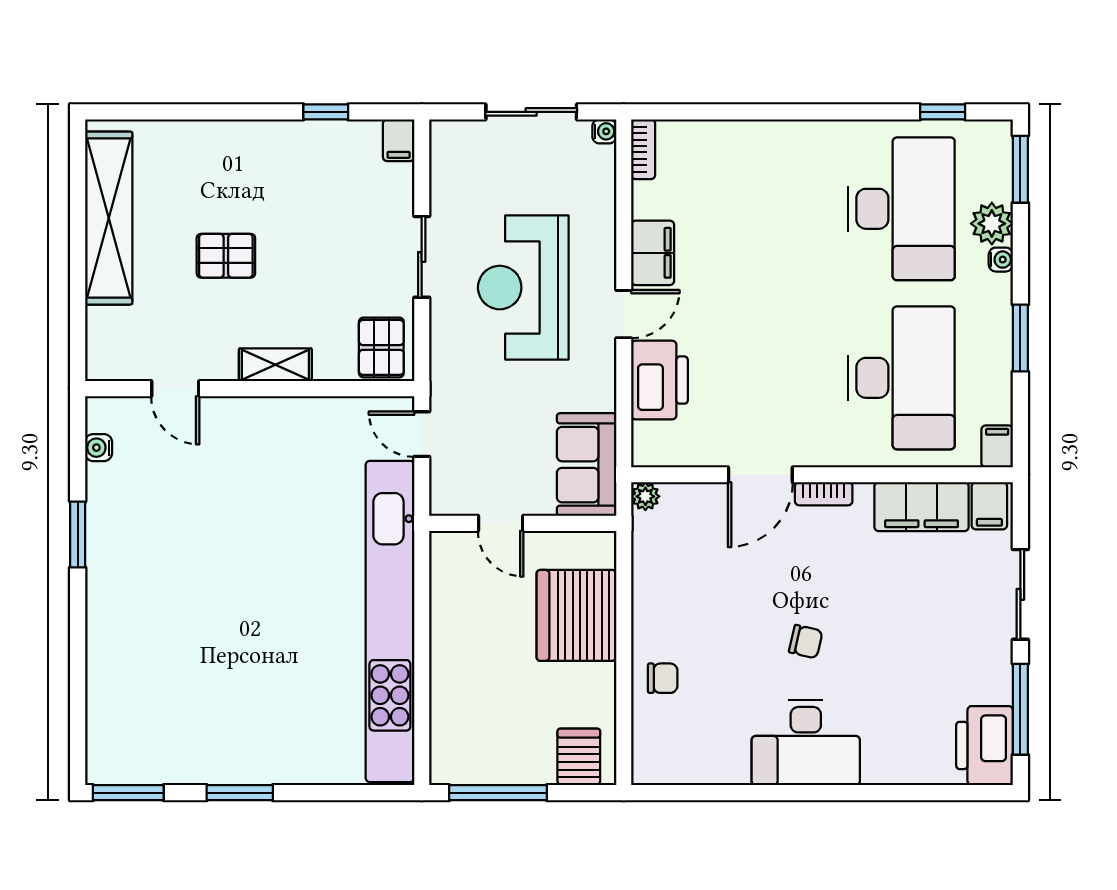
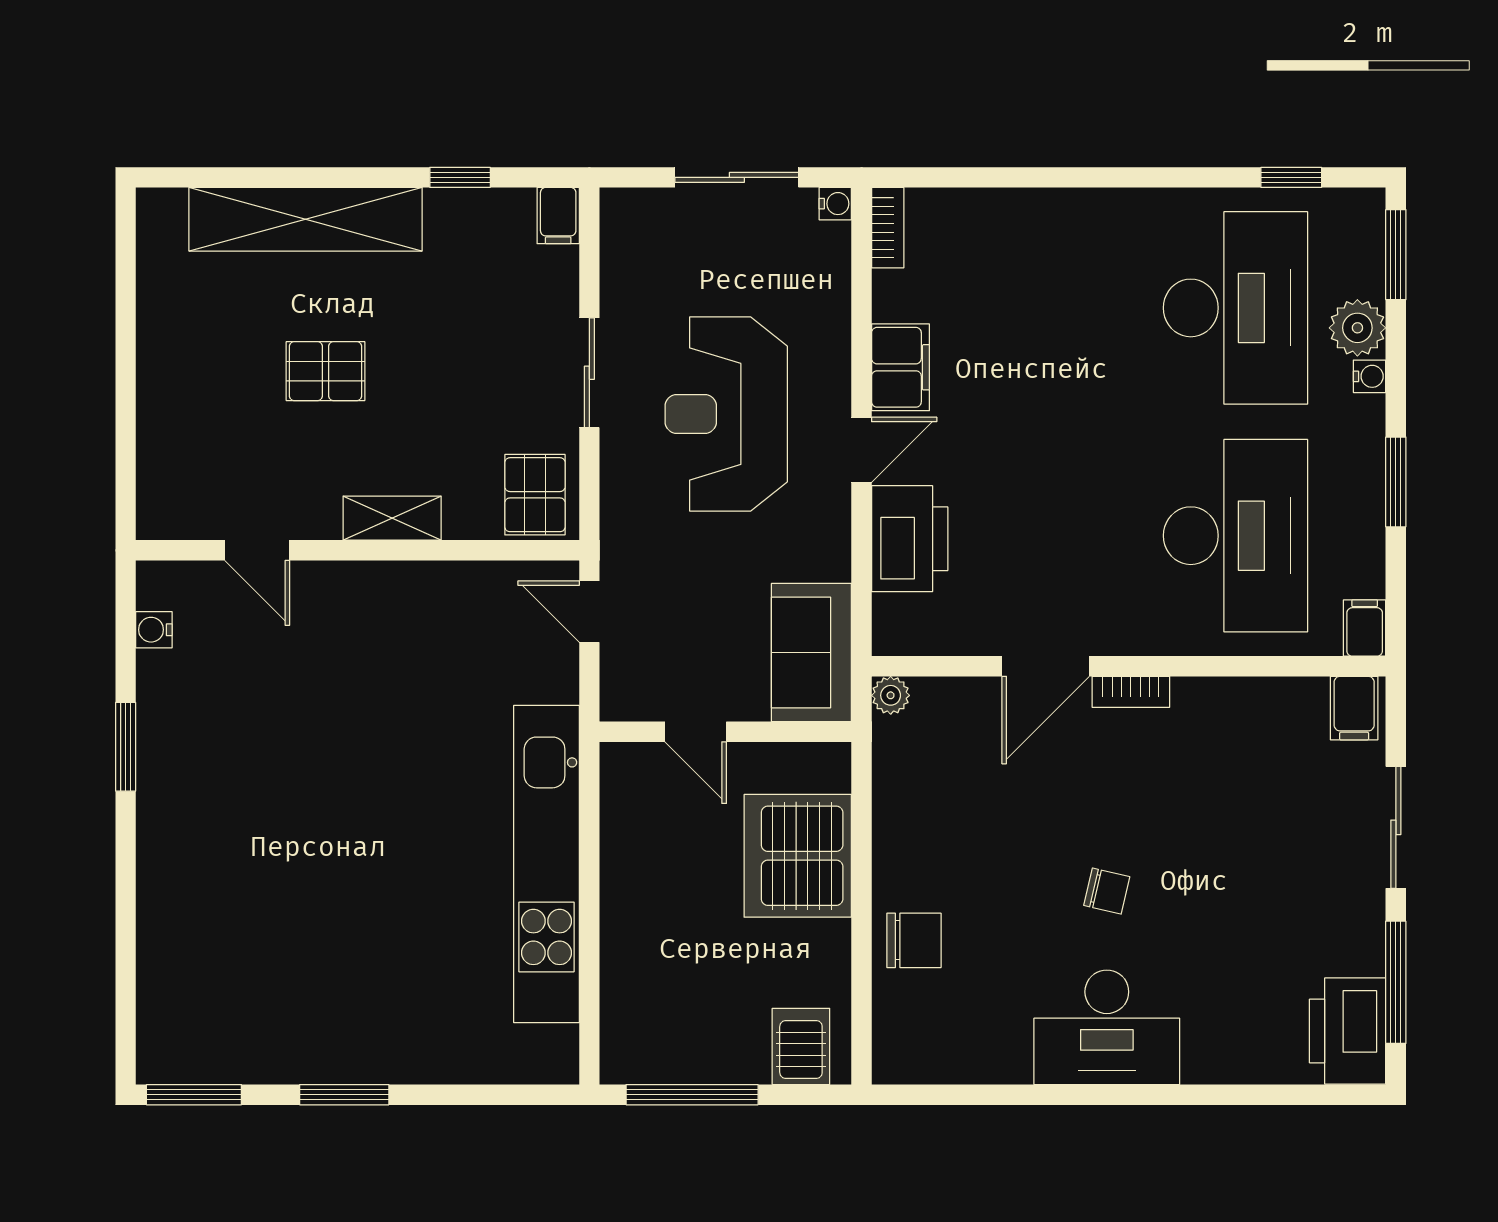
shelving: (109, 218) -> (306, 219), moved, turned 90
filing cabinet: (922, 507) -> (1263, 709), removed
kitchen unit: (390, 621) -> (546, 864), width x0.73
chair: (663, 678) -> (914, 940), width x1.37, depth x1.37

